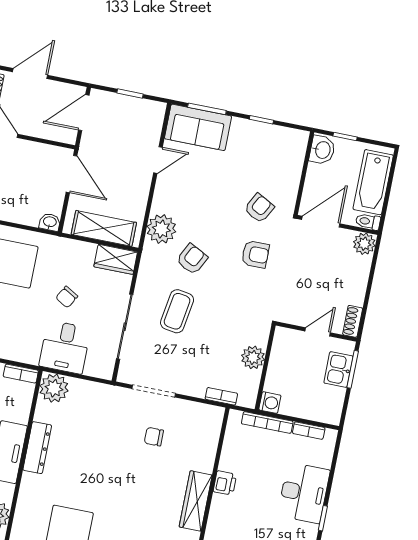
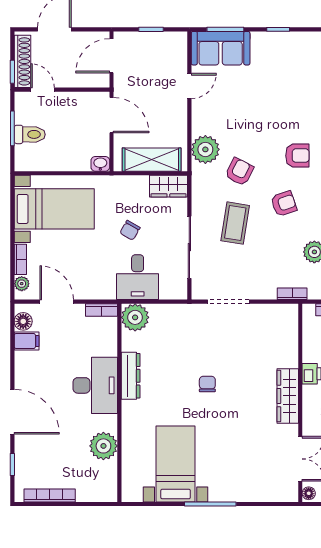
armchair: (259, 208) -> (284, 204), moved, turned 43
chair: (154, 437) -> (207, 384), moved, turned 90

